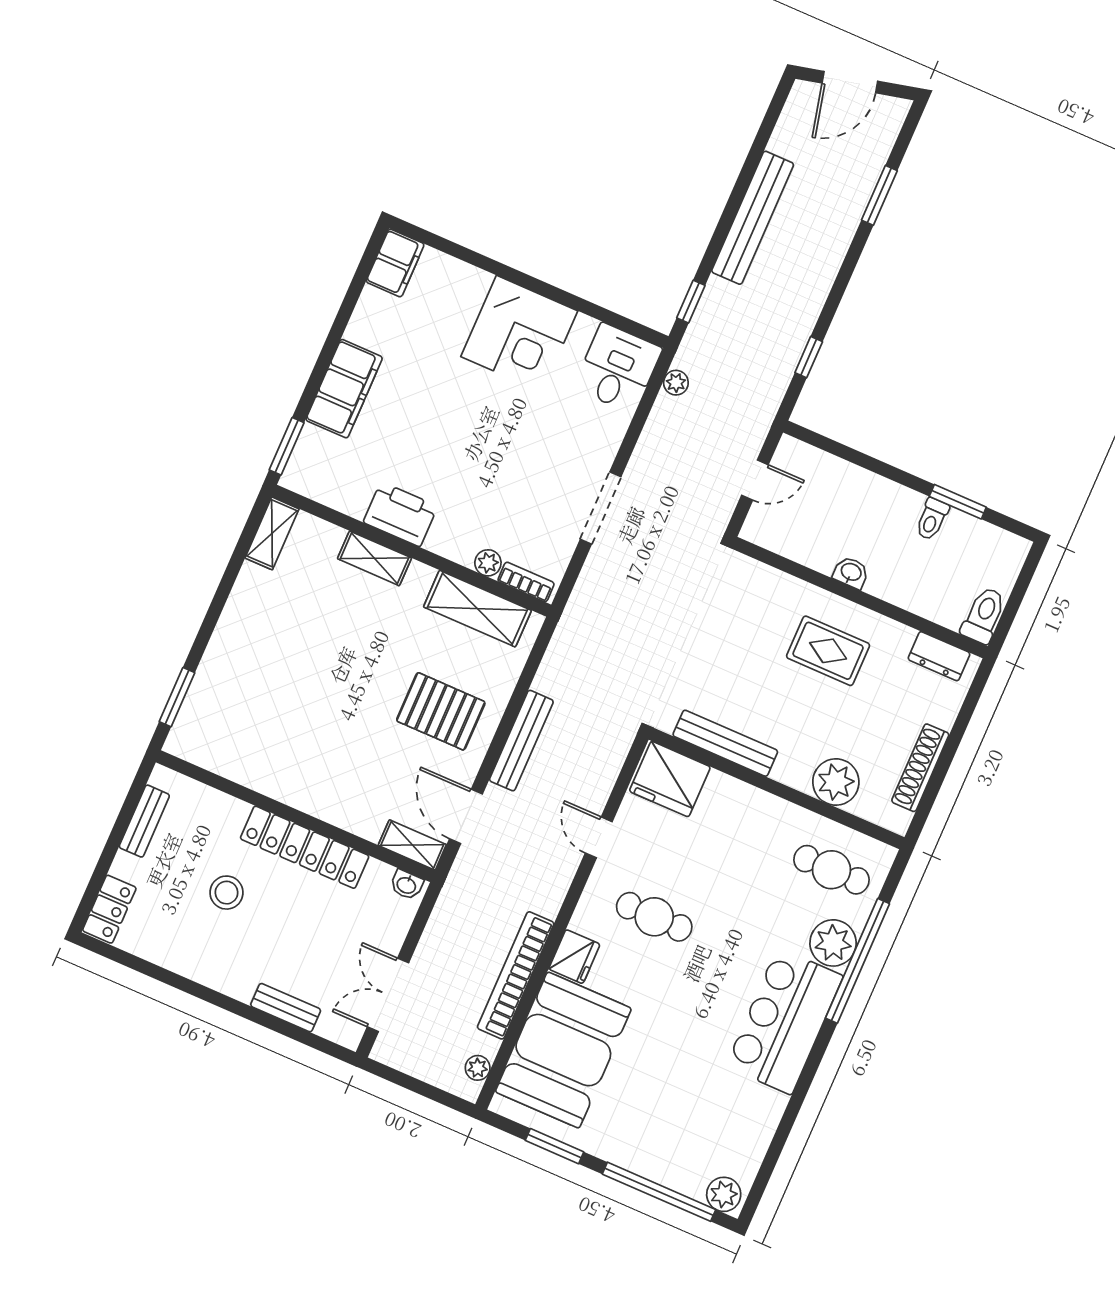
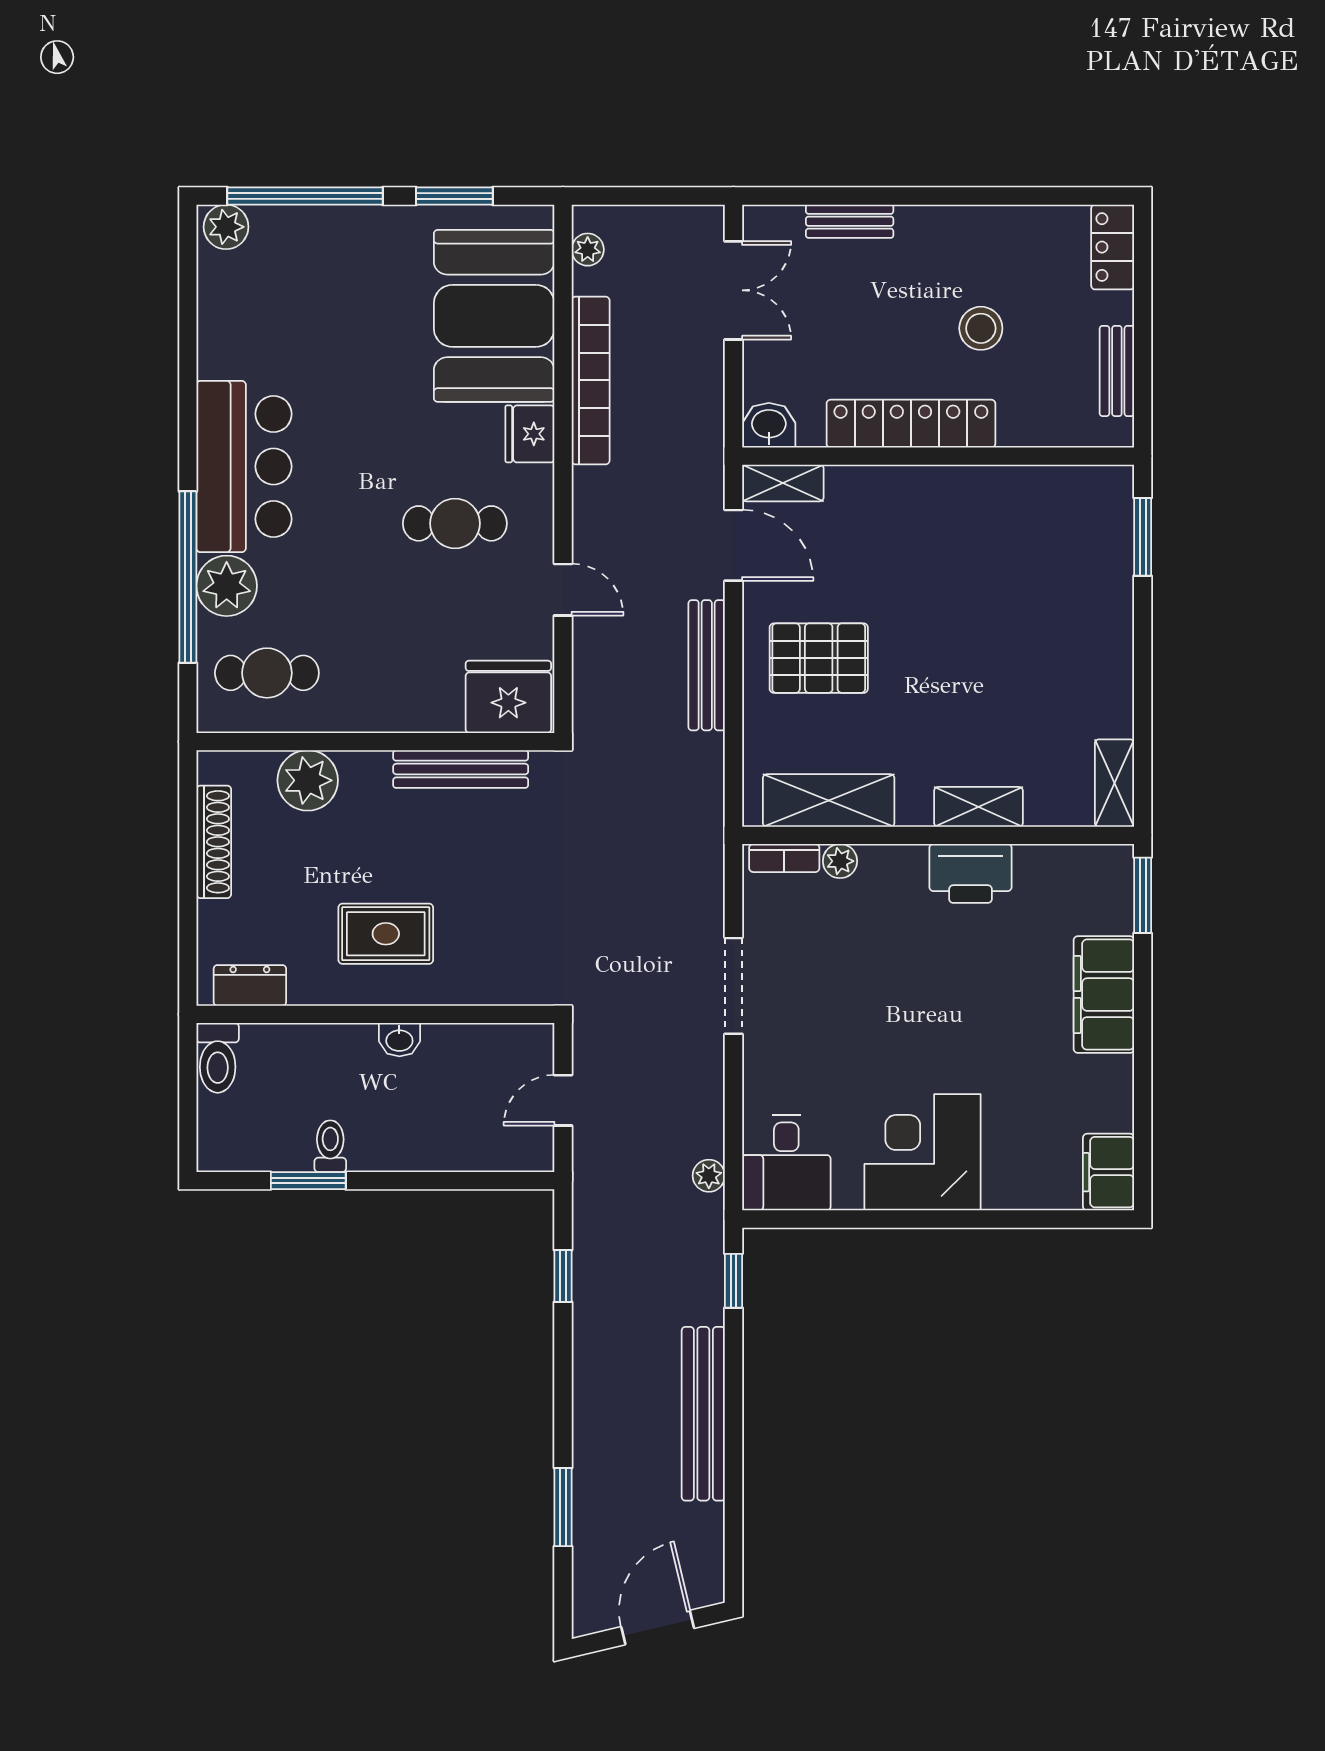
washbasin: (407, 885) -> (769, 425), width x1.38, depth x1.45

